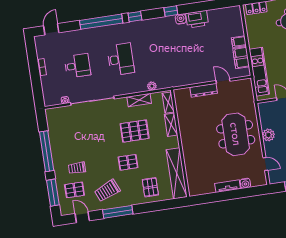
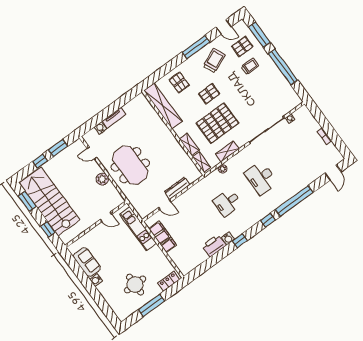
desk: (77, 66) -> (227, 202), moved
pallet: (135, 131) -> (217, 123), width x1.37, depth x1.41

